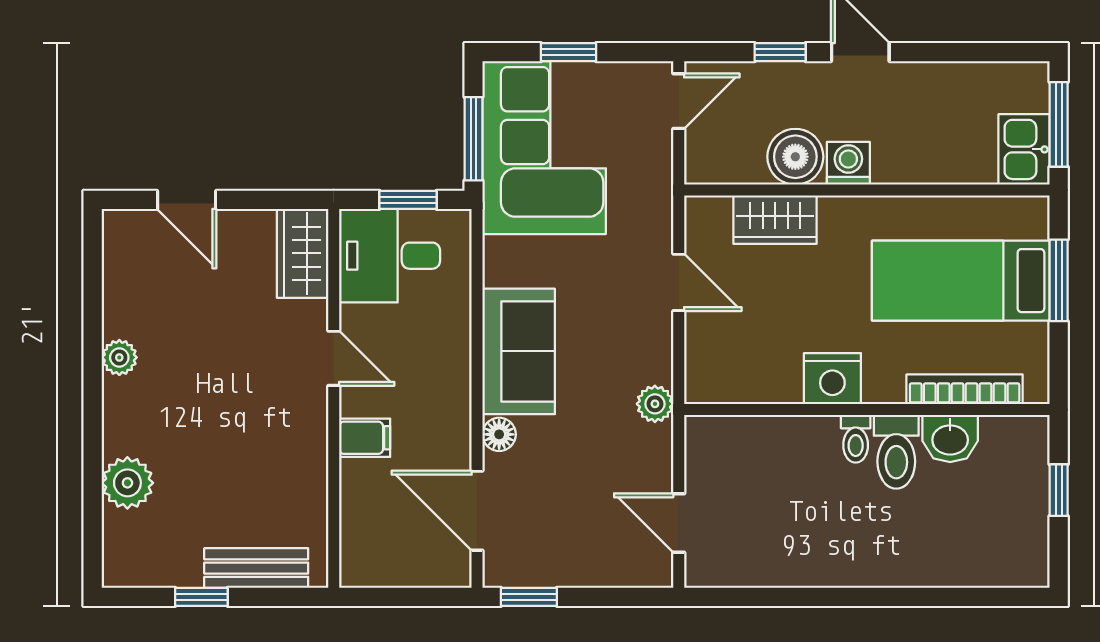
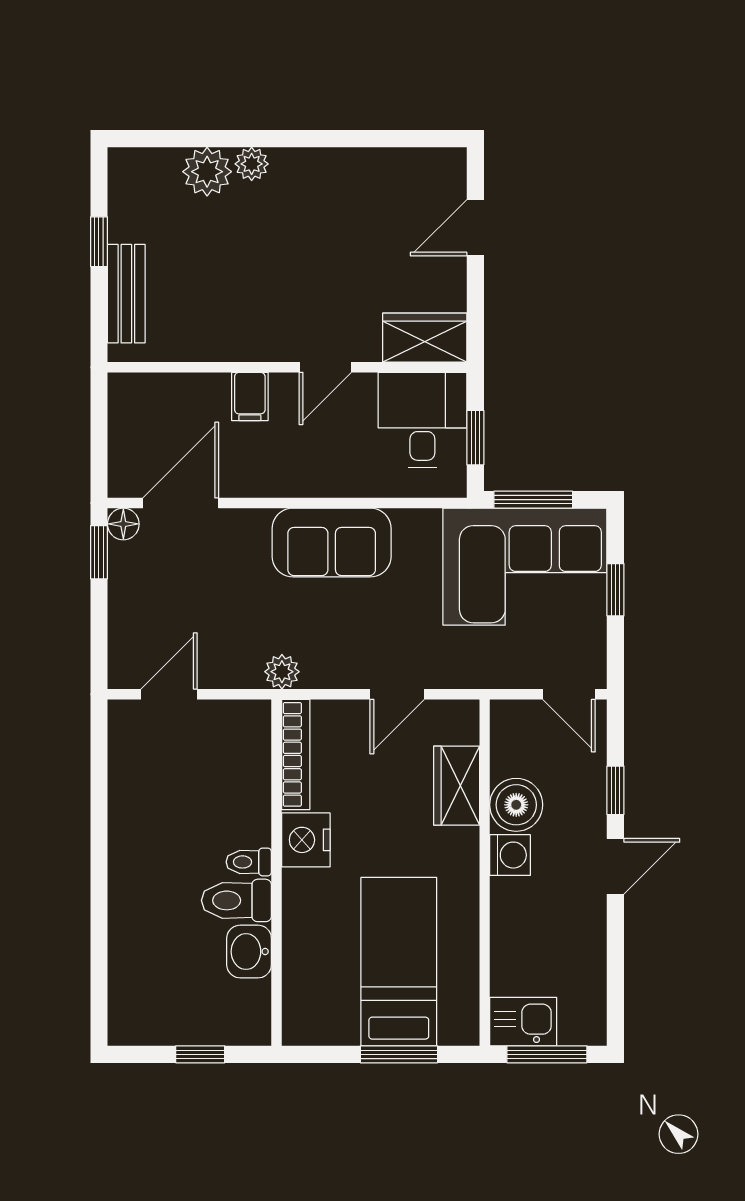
plant: (119, 357) -> (252, 164), moved
bookcase: (965, 389) -> (296, 754), moved
floor lamp: (499, 434) -> (123, 524), moved

